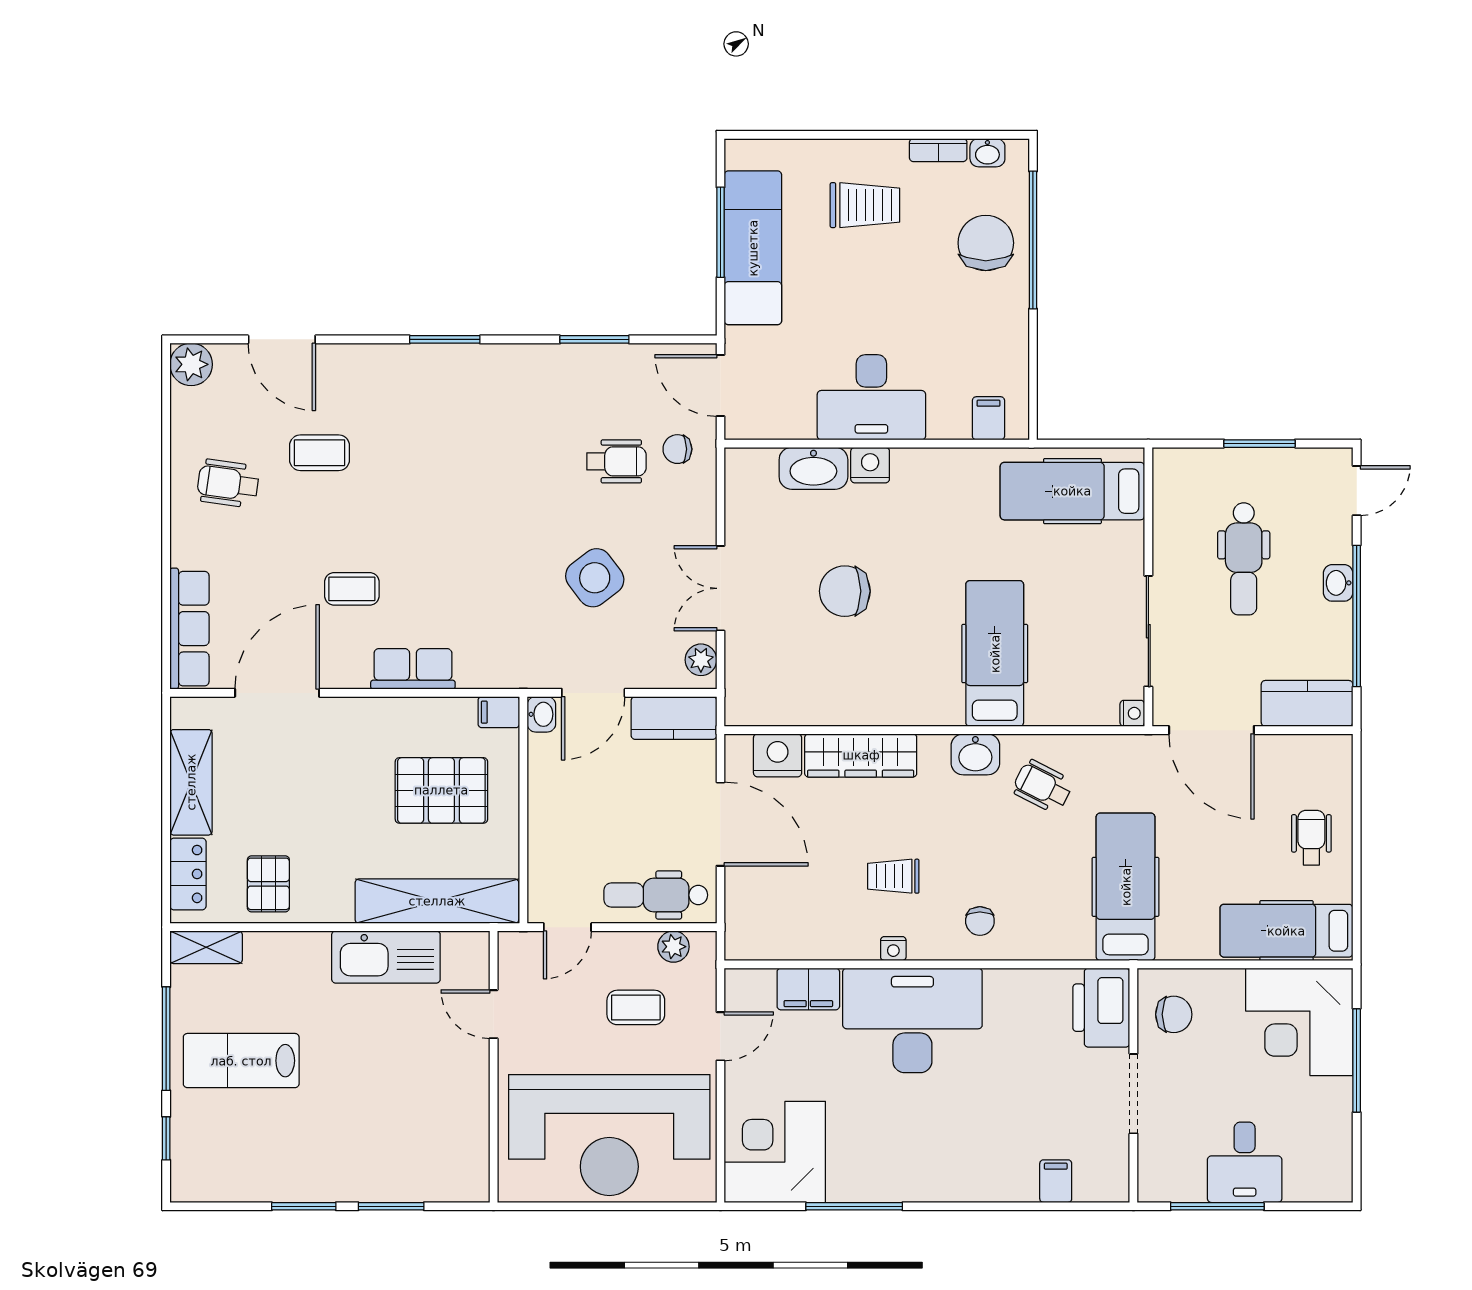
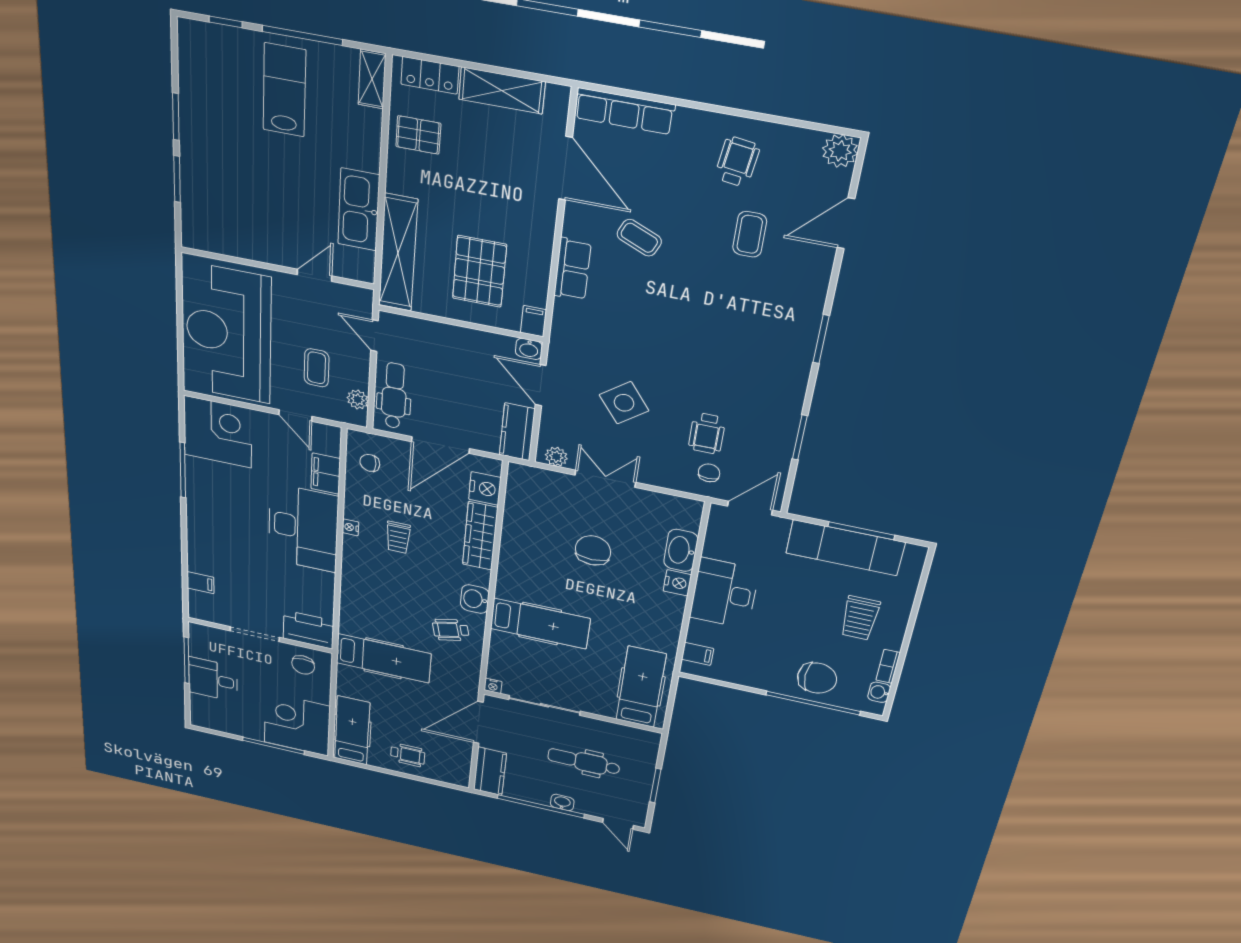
coffee table: (352, 589) -> (639, 238), turned -66
wheelchair: (1043, 786) -> (451, 630), turned -130
trolley: (893, 876) -> (398, 537), turned 180
chair: (980, 921) -> (370, 463), moved

